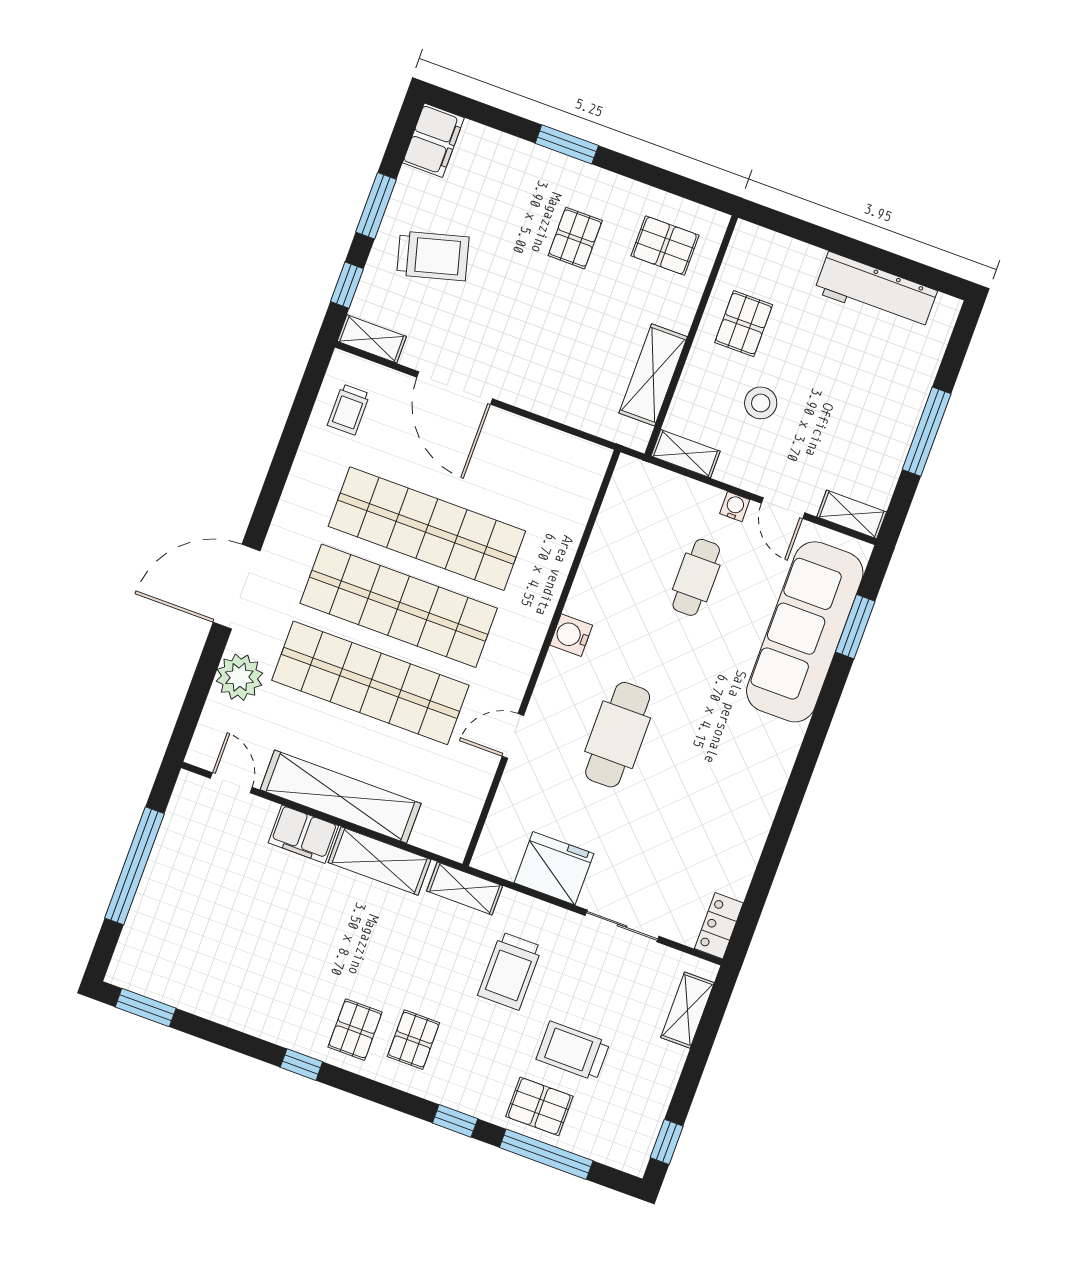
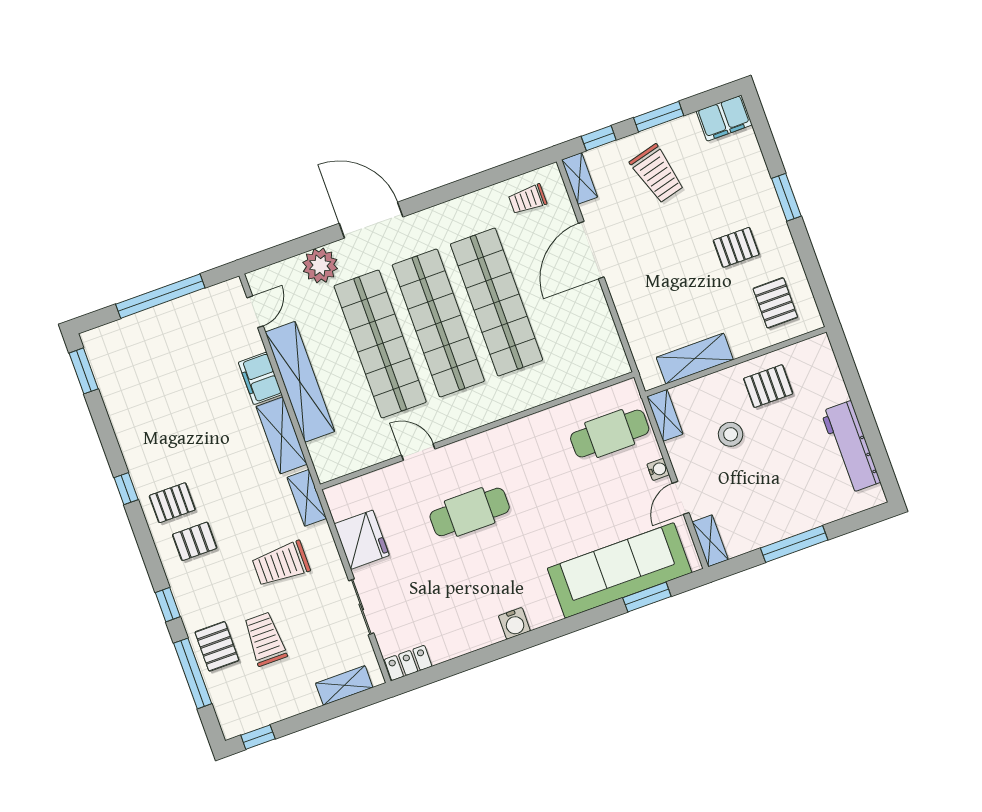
cafe table: (696, 577) -> (610, 434), moved, width x1.37, depth x1.35
water cooler: (571, 635) -> (514, 623), moved, turned 180

